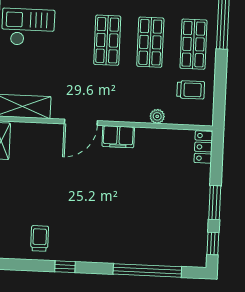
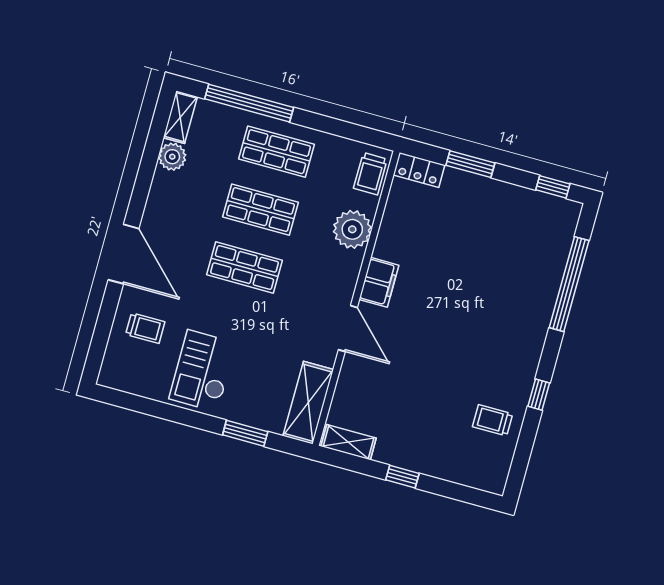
trolley: (191, 90) -> (370, 174), moved, turned 180
plant: (157, 116) -> (352, 229), width x1.88, depth x1.88
window: (215, 203) -> (470, 164), moved

